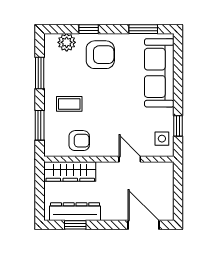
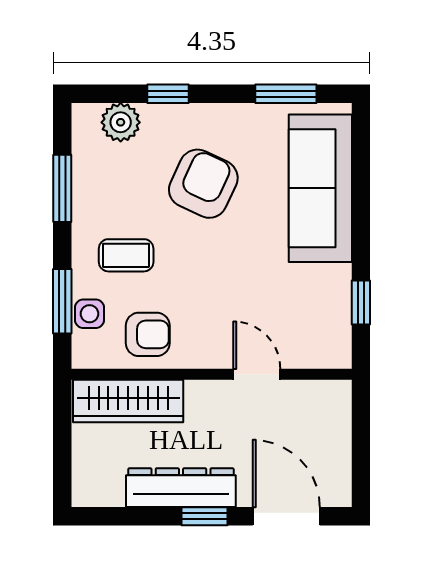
armchair: (100, 55) -> (203, 184), moved, turned -65
side table: (162, 139) -> (89, 314), moved
dresser: (75, 212) -> (181, 488), moved
window: (75, 225) -> (204, 516), moved

